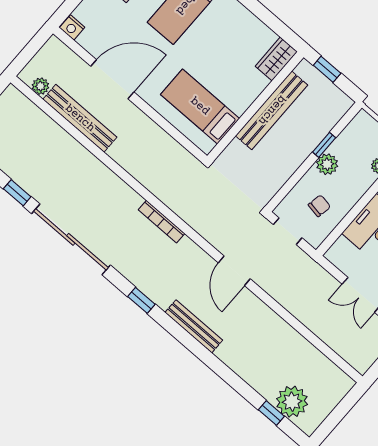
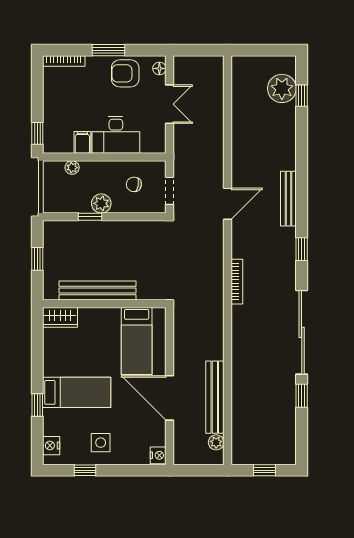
wardrobe: (276, 59) -> (60, 317), moved
bed: (200, 106) -> (137, 341), moved
wall: (255, 107) -> (104, 304), moved
bench: (272, 110) -> (97, 290), moved

